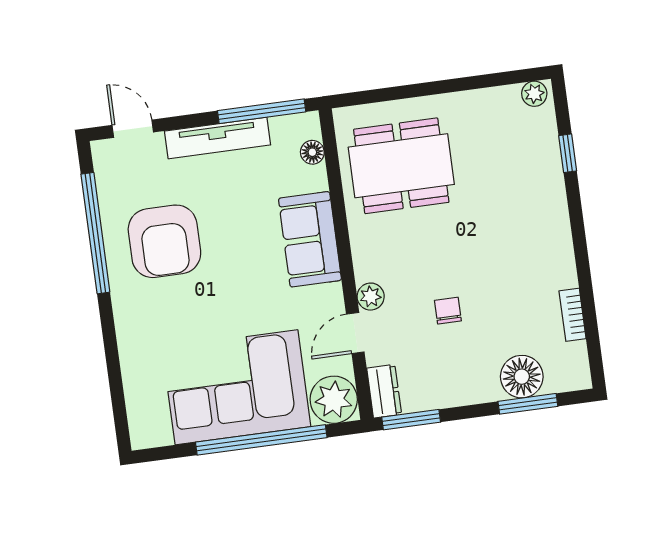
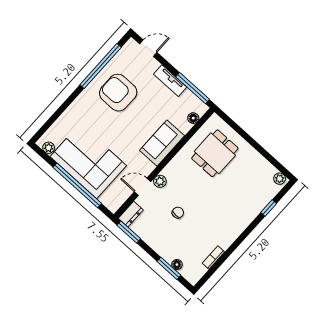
door: (133, 129) -> (148, 48), hinge flipped
tv unit: (218, 138) -> (170, 81), width x0.71
dining table: (401, 166) -> (215, 153), width x0.73
armchair: (164, 241) -> (118, 93), turned 90
floor lamp: (522, 377) -> (177, 265), width x0.53, depth x0.53
plant: (334, 400) -> (49, 148), moved, width x0.53, depth x0.53

